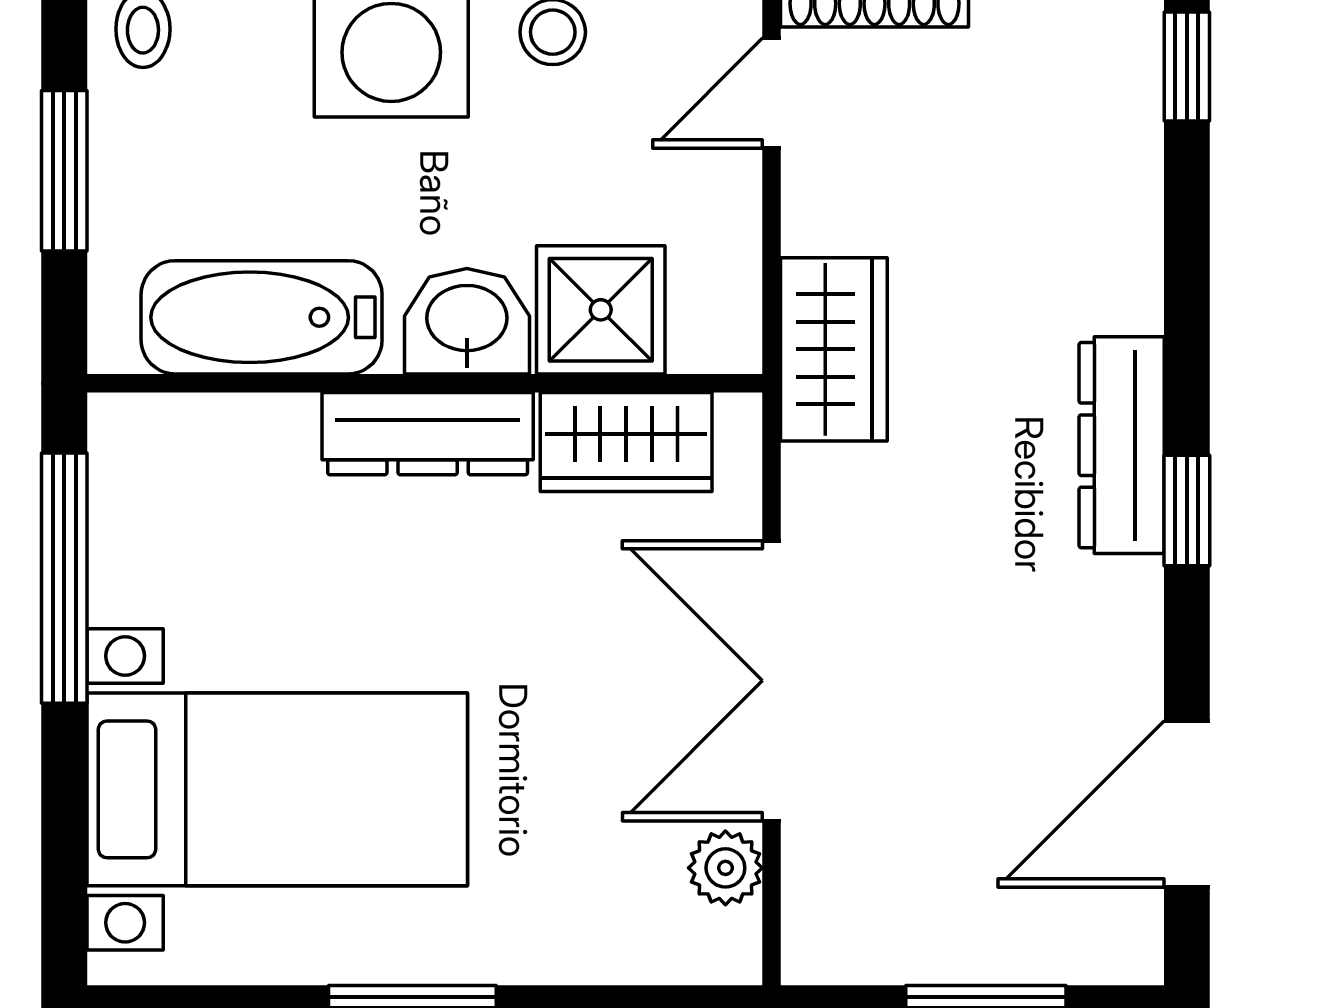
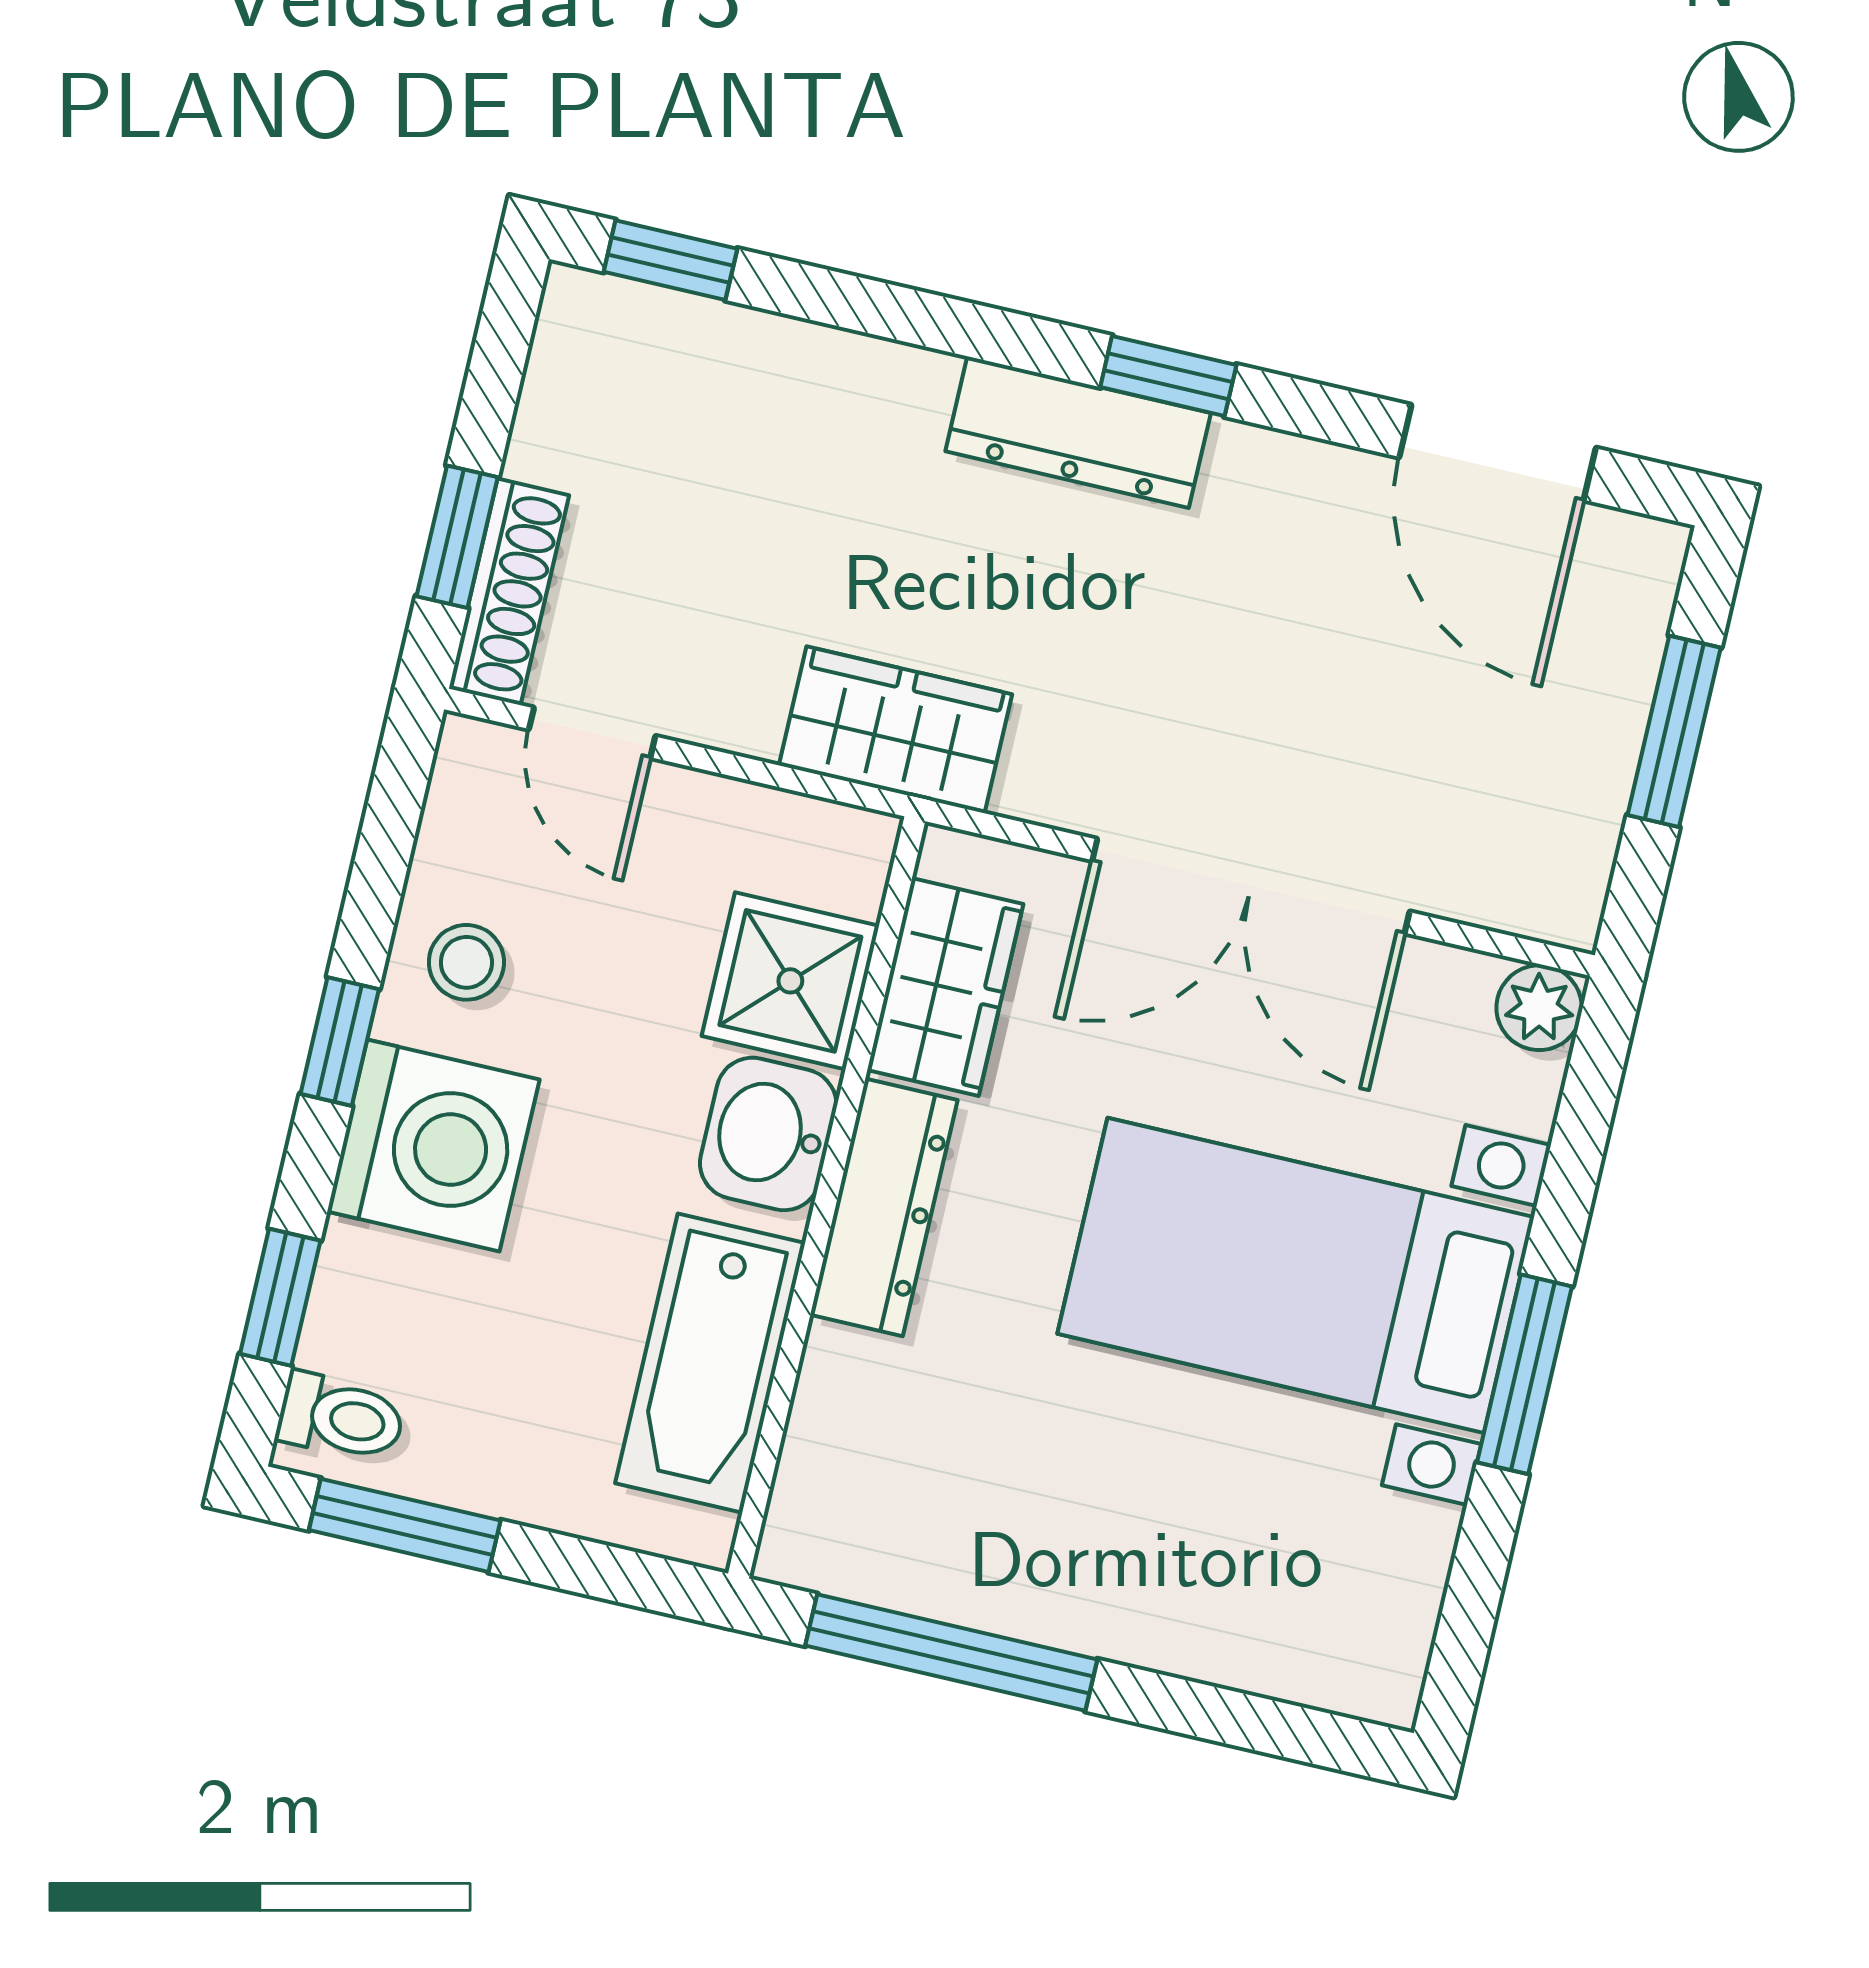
window: (64, 171) -> (405, 1525), moved
bed with nightstands: (277, 789) -> (1296, 1275), moved, turned -90
plant: (725, 868) -> (1539, 1008), moved

